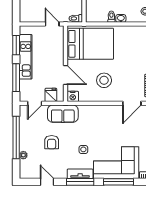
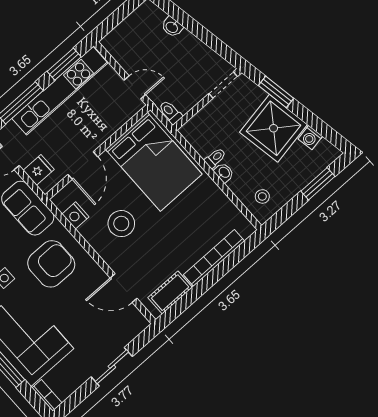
door: (52, 24) -> (135, 87), hinge flipped
kitchen unit: (26, 57) -> (60, 91), width x1.36
nightstand: (73, 96) -> (76, 215), moved
armchair: (95, 125) -> (51, 264), added

